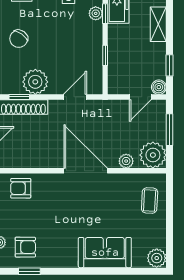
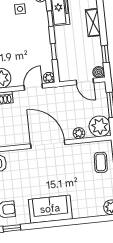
plant: (96, 13) -> (49, 78), moved
door: (140, 97) -> (85, 81), hinge flipped
sofa: (105, 253) -> (50, 209), moved

